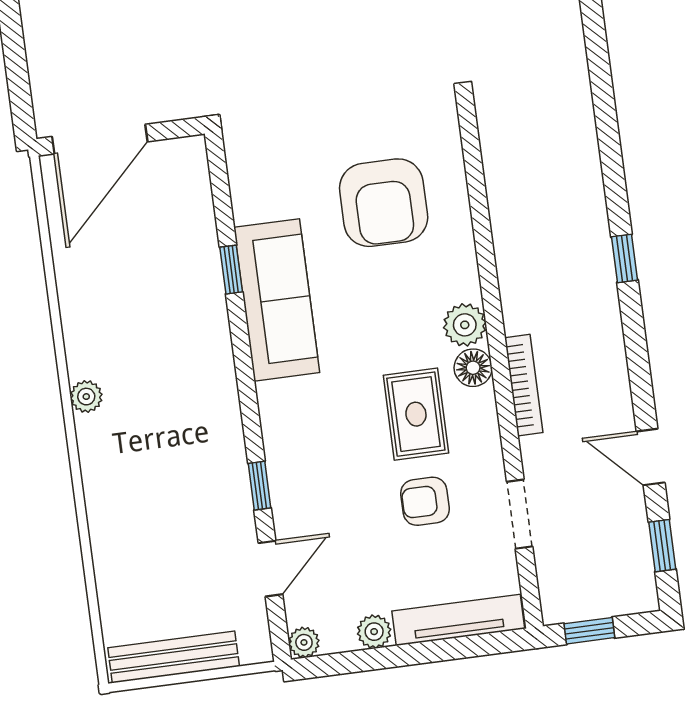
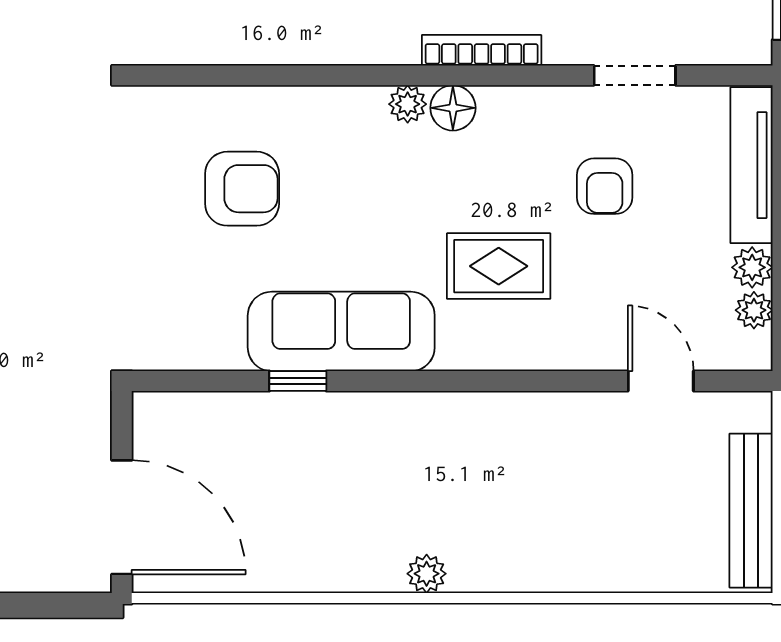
armchair: (384, 203) -> (242, 189), width x0.73, depth x0.73
plant: (465, 325) -> (408, 104), width x0.73, depth x0.73
rug: (416, 414) -> (499, 266), moved
window: (260, 486) -> (560, 381), removed
plant: (304, 642) -> (754, 310), moved

